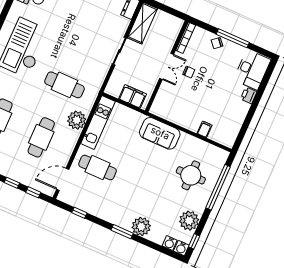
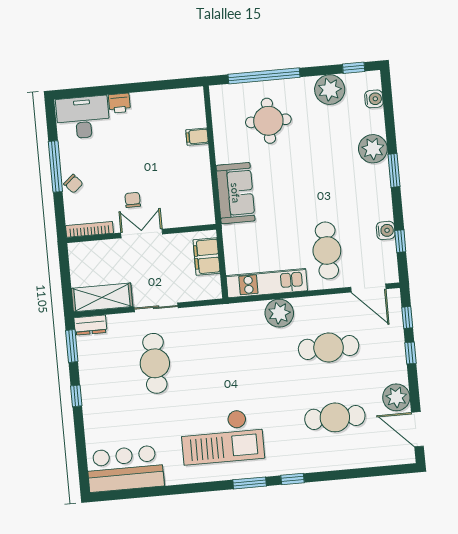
cafe table: (64, 85) -> (155, 363), moved
water cooler: (181, 248) -> (386, 230), moved

